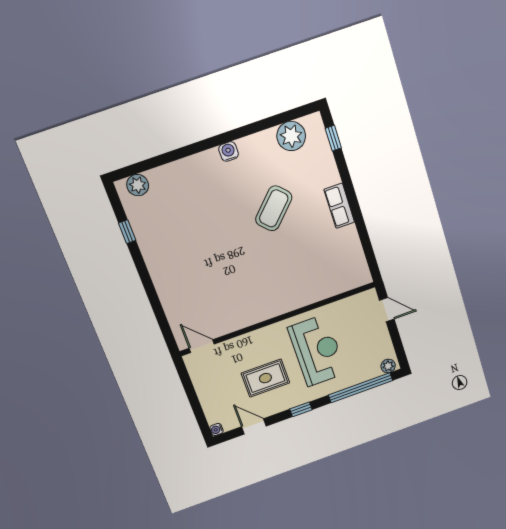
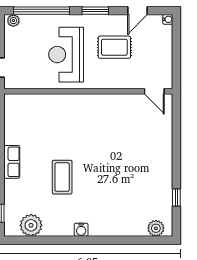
coffee table: (274, 208) -> (62, 177), turned -45
window: (301, 409) -> (95, 11), width x1.50
door: (254, 426) -> (137, 11), hinge flipped

